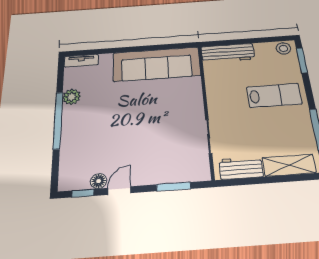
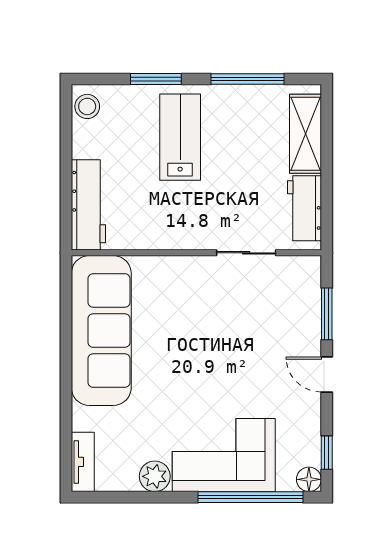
window: (302, 60) -> (156, 79), moved
window: (58, 120) -> (250, 497), moved
corner sofa: (83, 133) -> (224, 455), added
floor lamp: (99, 181) -> (309, 479), moved
door: (119, 191) -> (327, 374), moved

